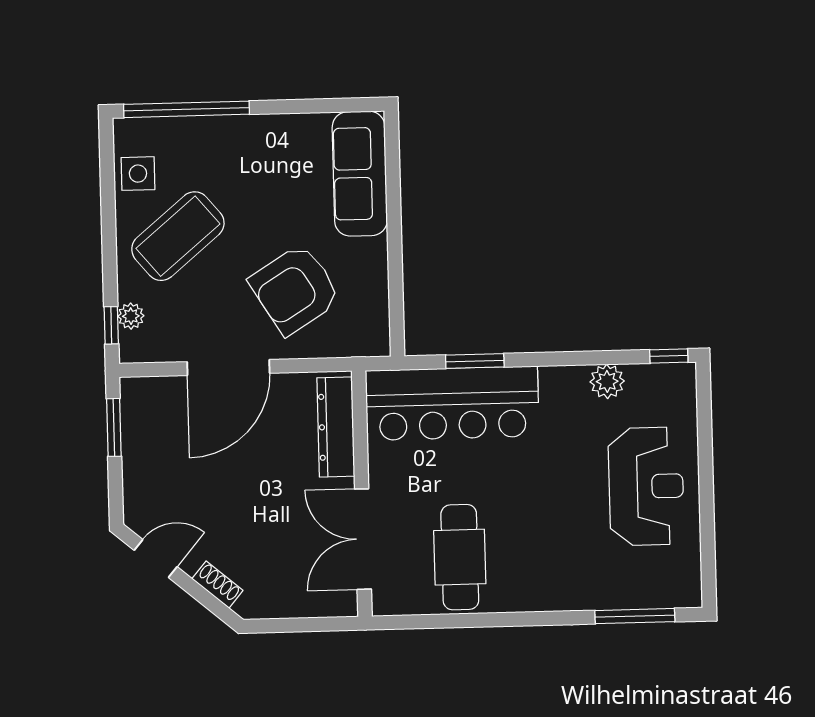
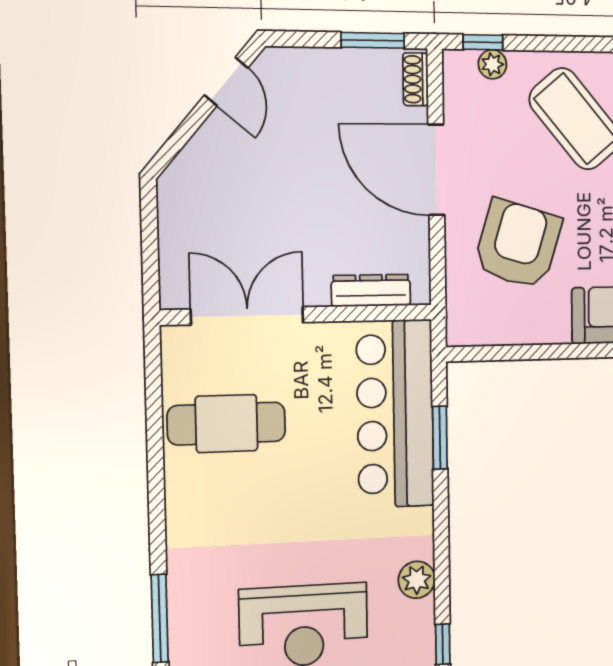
armchair: (295, 289) -> (518, 244), turned 49
dresser: (336, 427) -> (371, 291), width x0.73, depth x0.80
shoe rack: (217, 585) -> (416, 79), moved, turned 140

